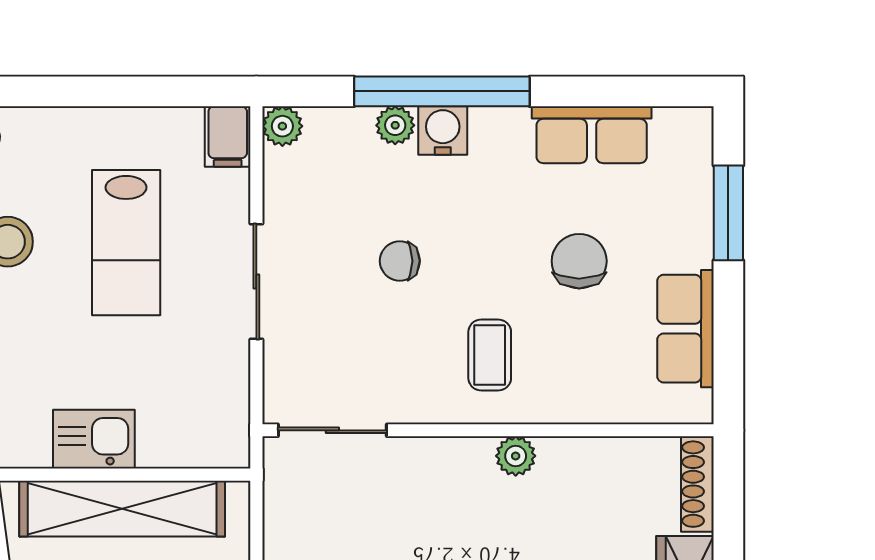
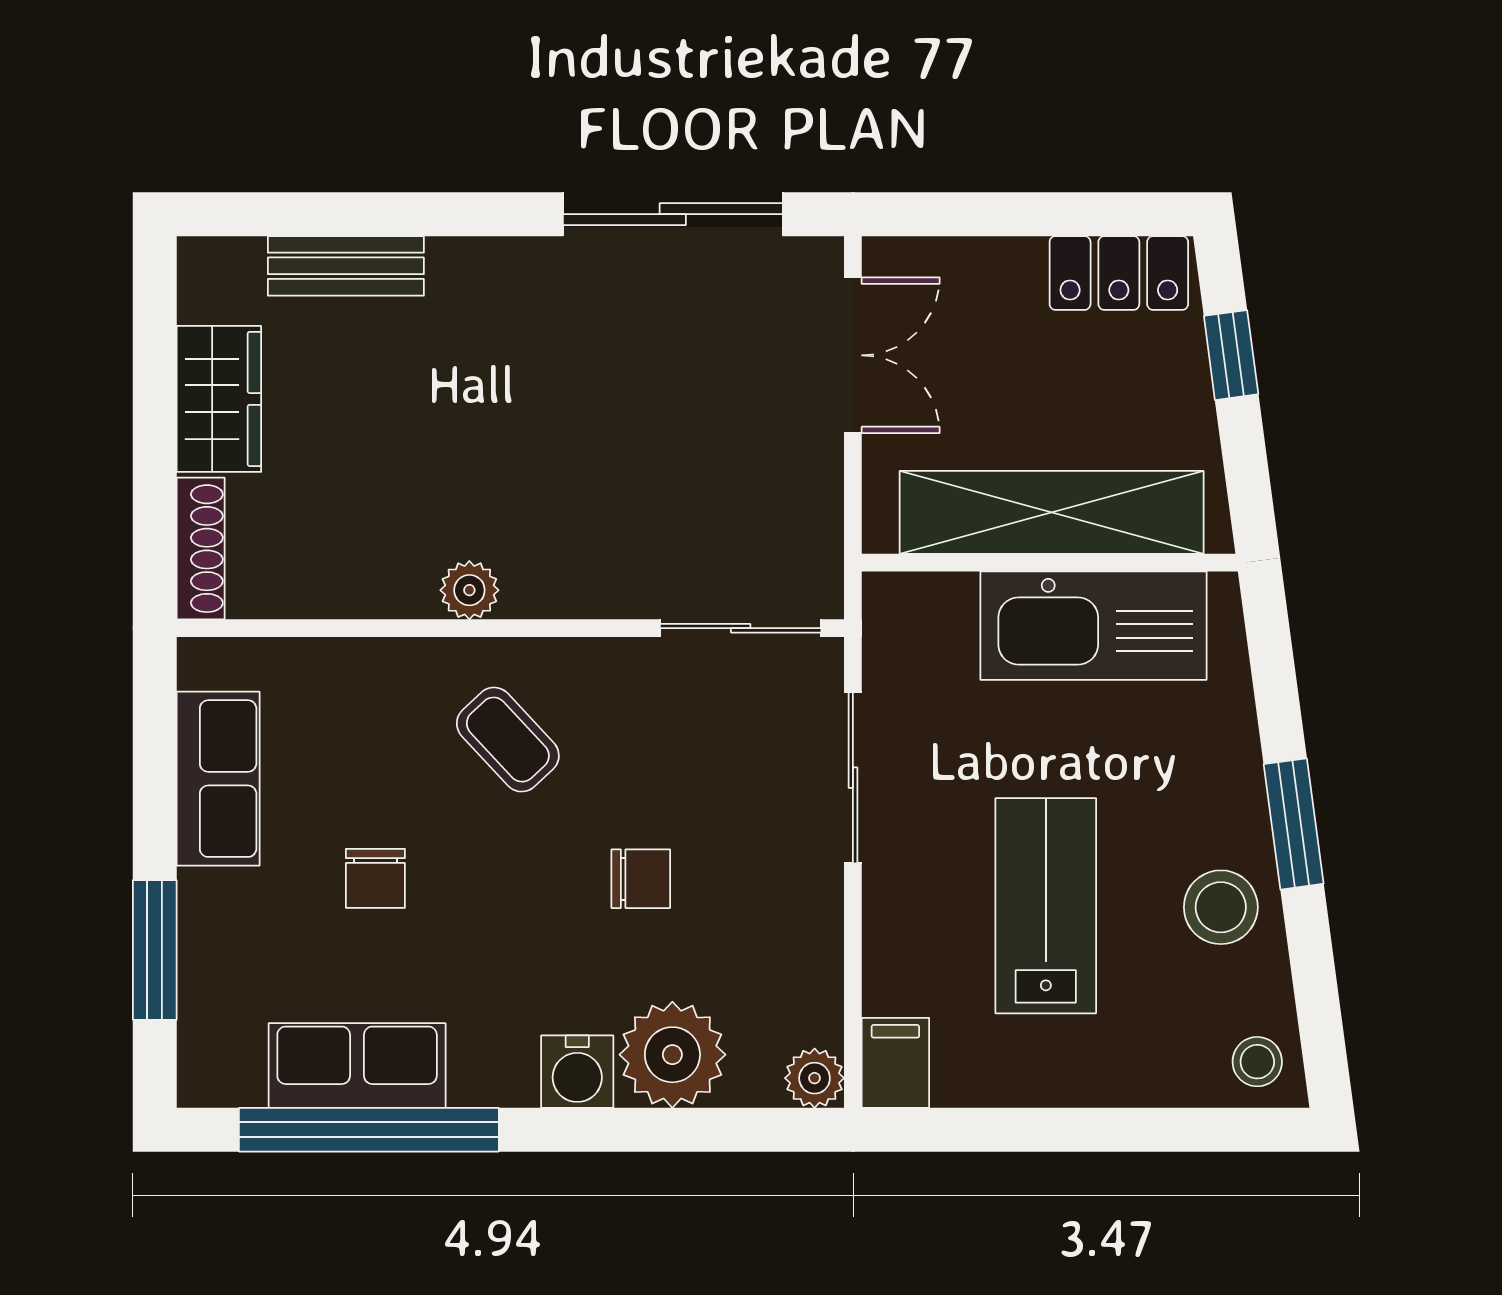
window: (442, 91) -> (369, 1130), moved
plant: (395, 125) -> (672, 1055), width x1.88, depth x1.88
chair: (579, 261) -> (375, 878), width x0.73, depth x0.73
sliding door: (256, 282) -> (853, 778), moved
coffee table: (490, 355) -> (508, 740), turned -43
kitchen sink: (94, 439) -> (1093, 626), width x1.88, depth x1.24

